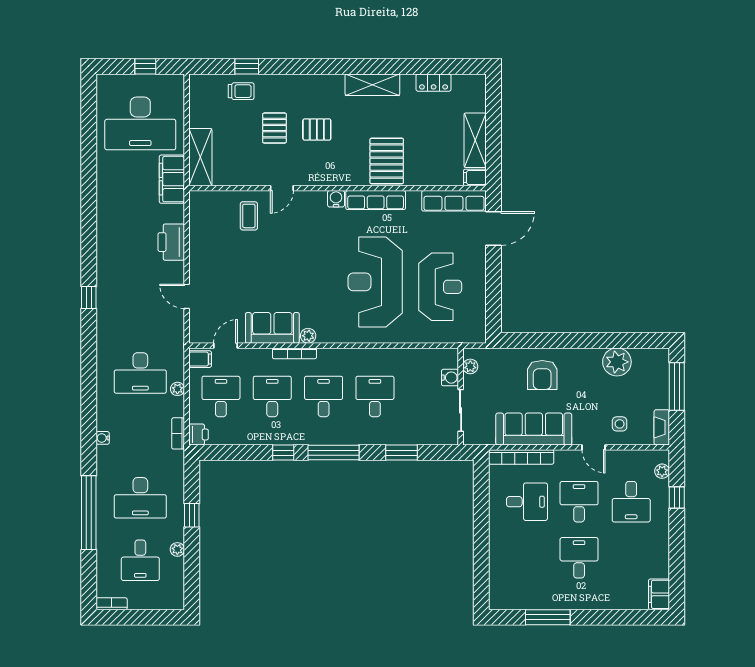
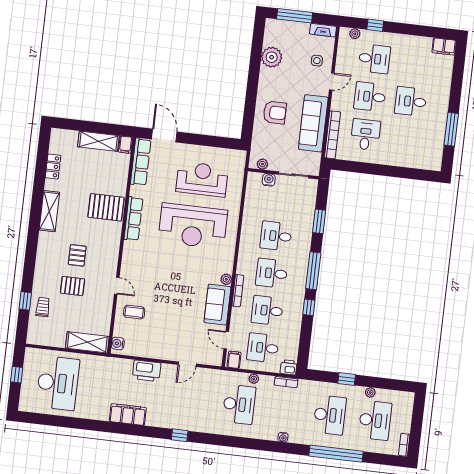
filing cabinet: (172, 179) -> (128, 415), moved, turned 180
water cooler: (336, 199) -> (118, 343), moved
desk: (140, 560) -> (375, 420), width x1.37

